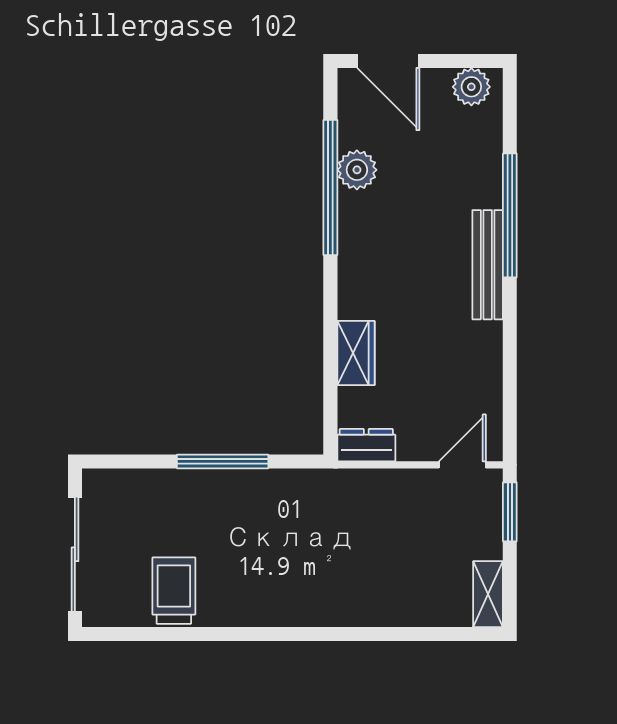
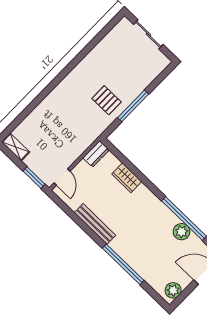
bench: (488, 265) -> (95, 224), moved
pallet: (257, 517) -> (106, 100), added
sliding door: (75, 554) -> (148, 34), width x0.73
trolley: (174, 591) -> (109, 54), removed

